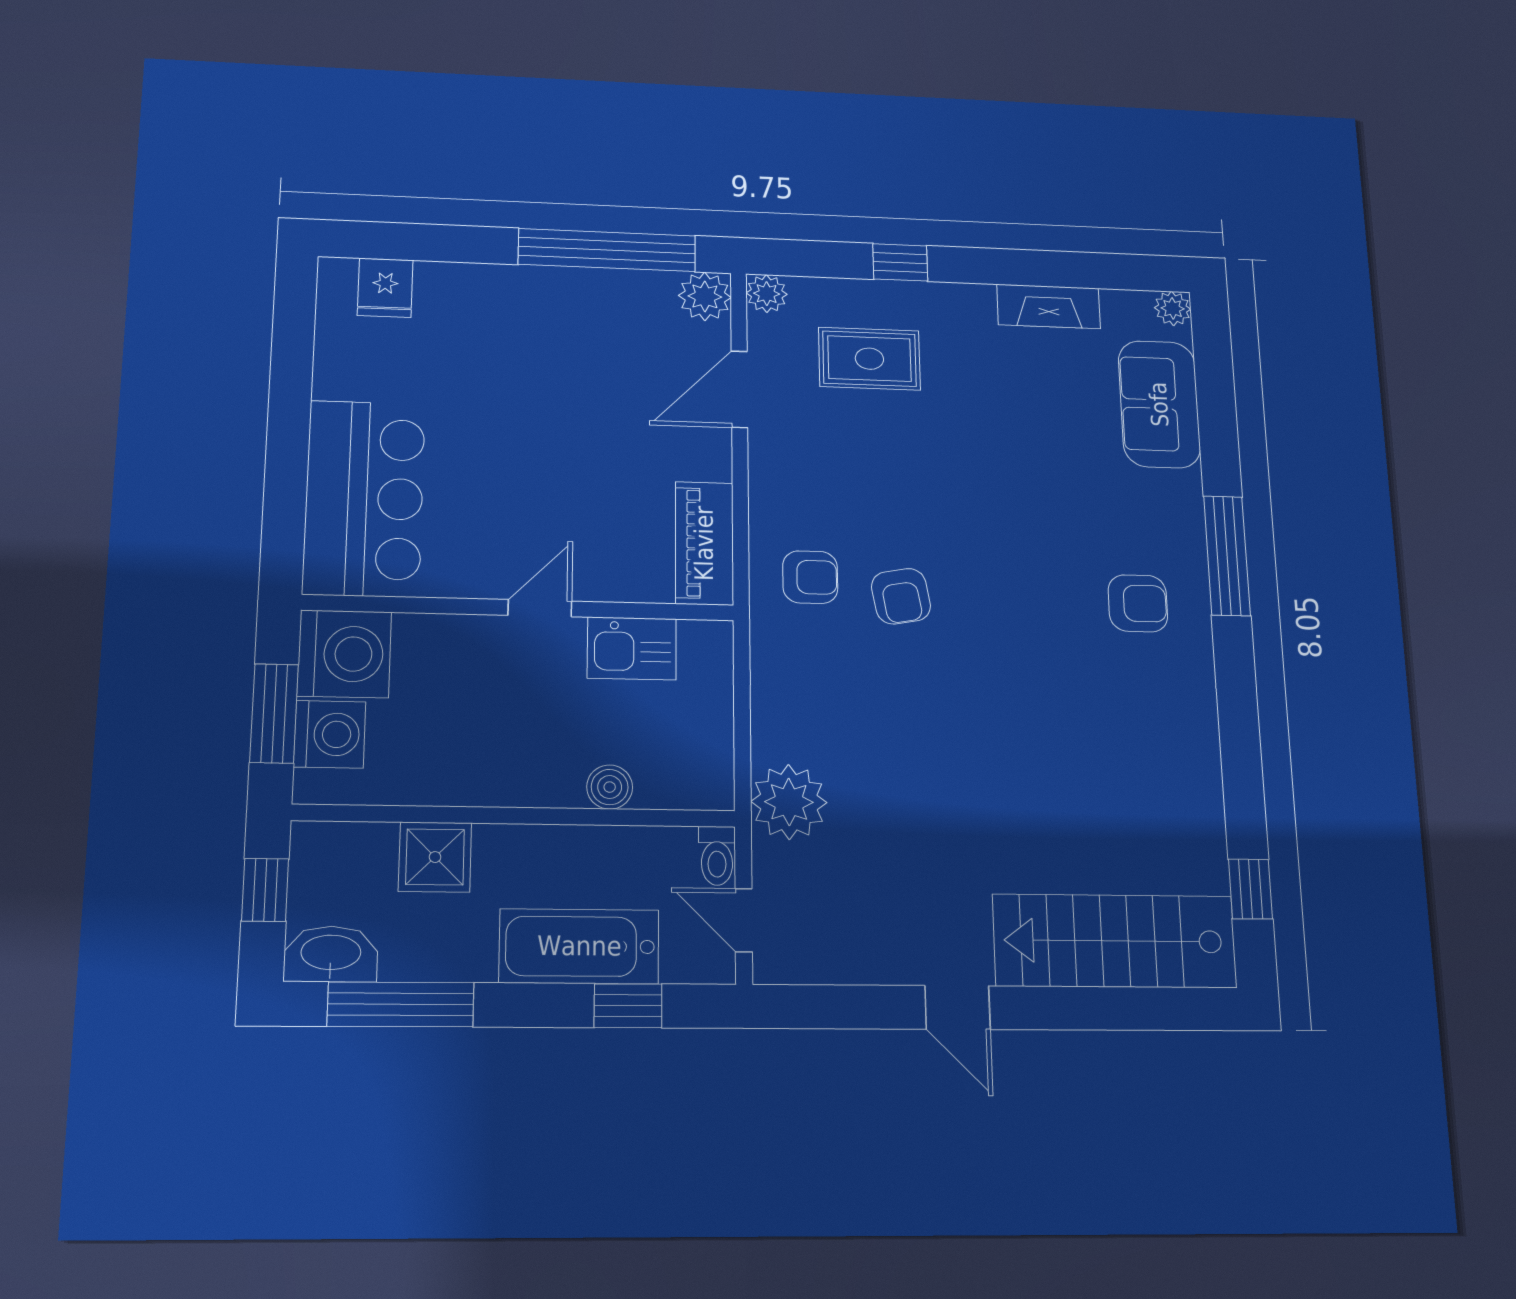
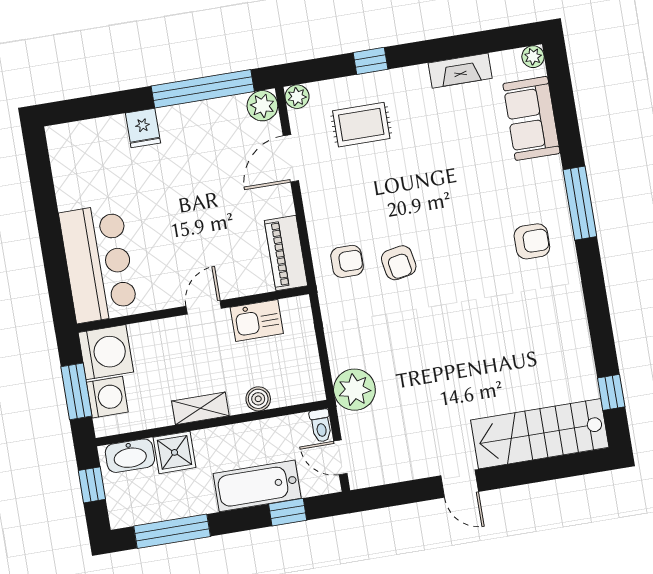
fridge: (385, 288) -> (143, 128), moved
shelving: (499, 785) -> (200, 408), added
washbasin: (331, 954) -> (130, 456), moved, turned 180

